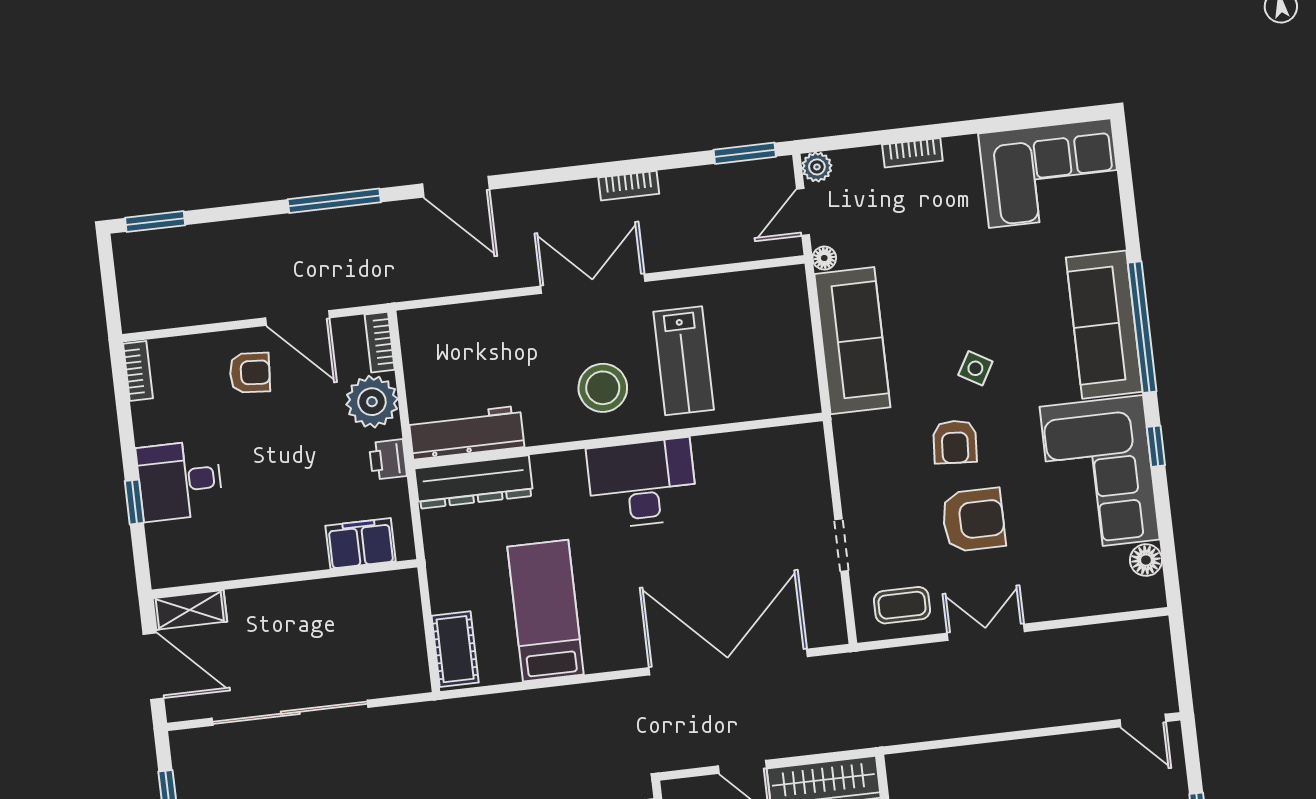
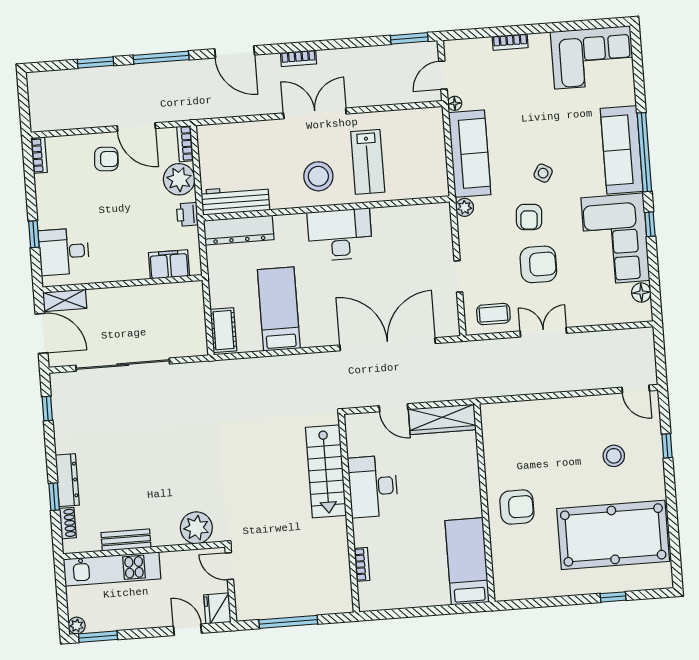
plant: (817, 167) -> (465, 207), moved
bookcase: (629, 186) -> (299, 58), moved
window: (155, 221) -> (96, 63), moved
desk: (180, 481) -> (64, 252), moved

